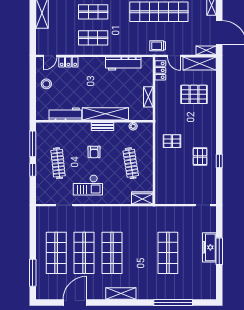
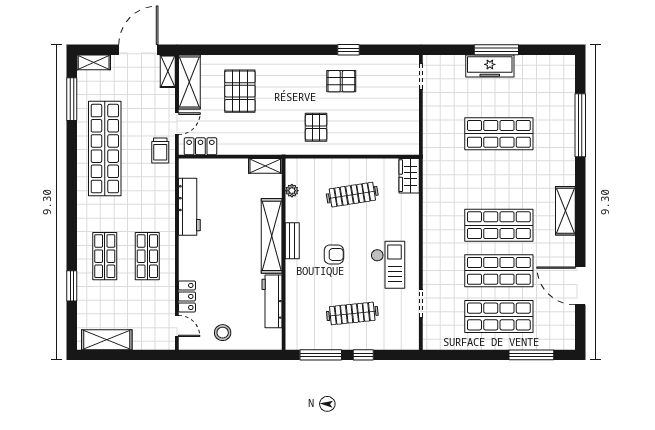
shelving: (148, 97) -> (265, 166), moved

